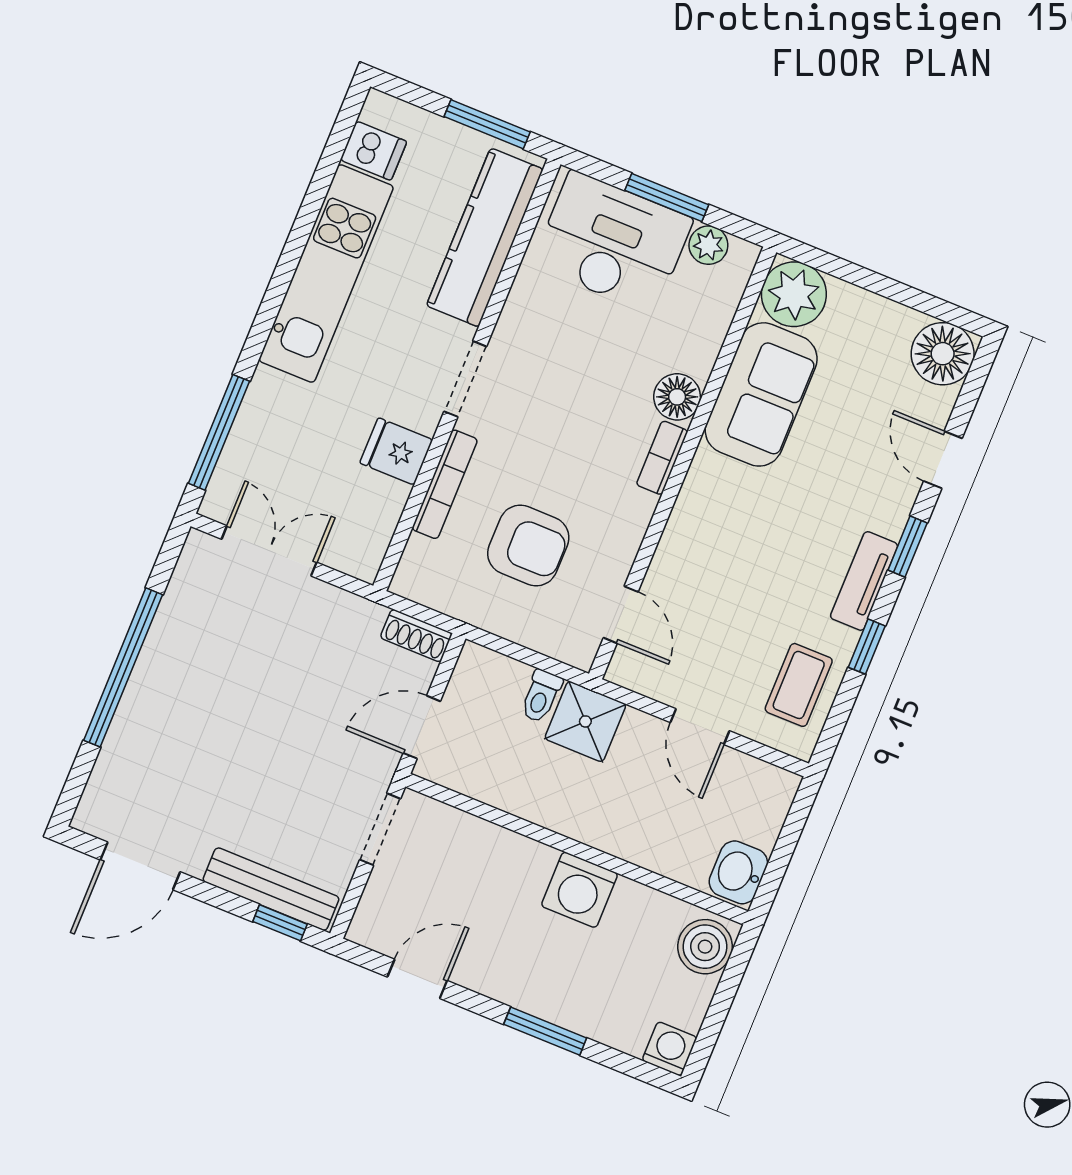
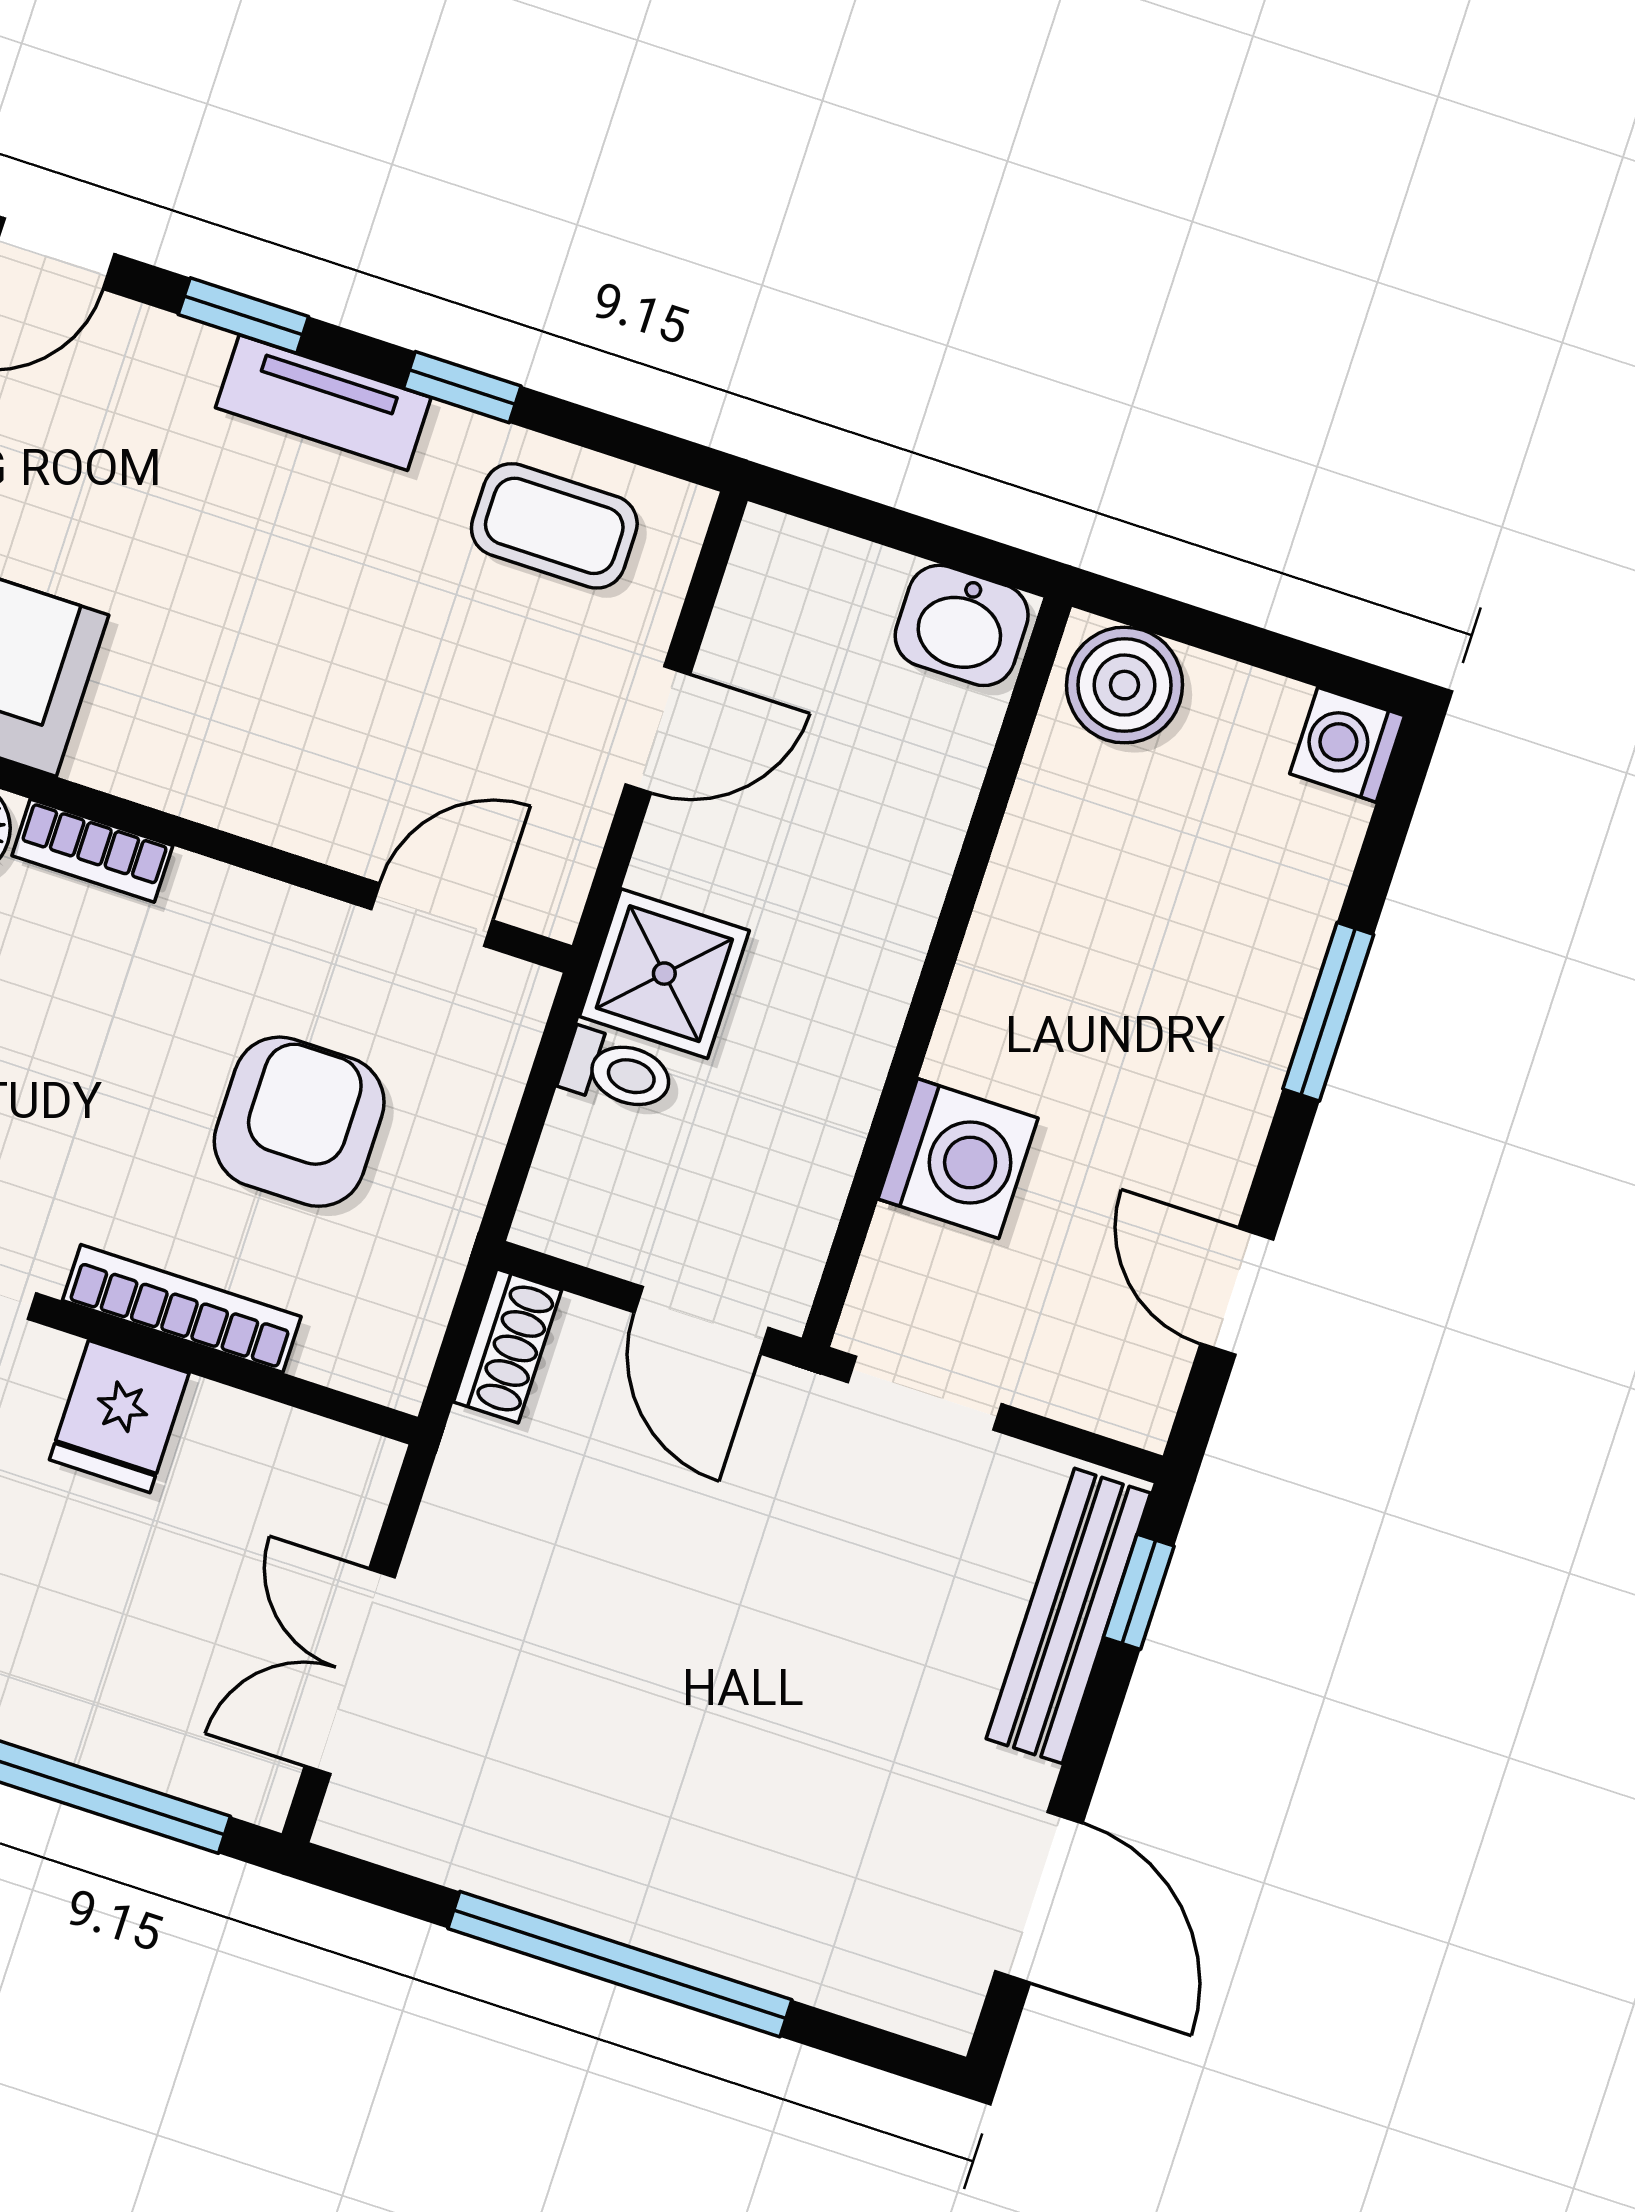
washing machine: (580, 890) -> (958, 1158), moved

